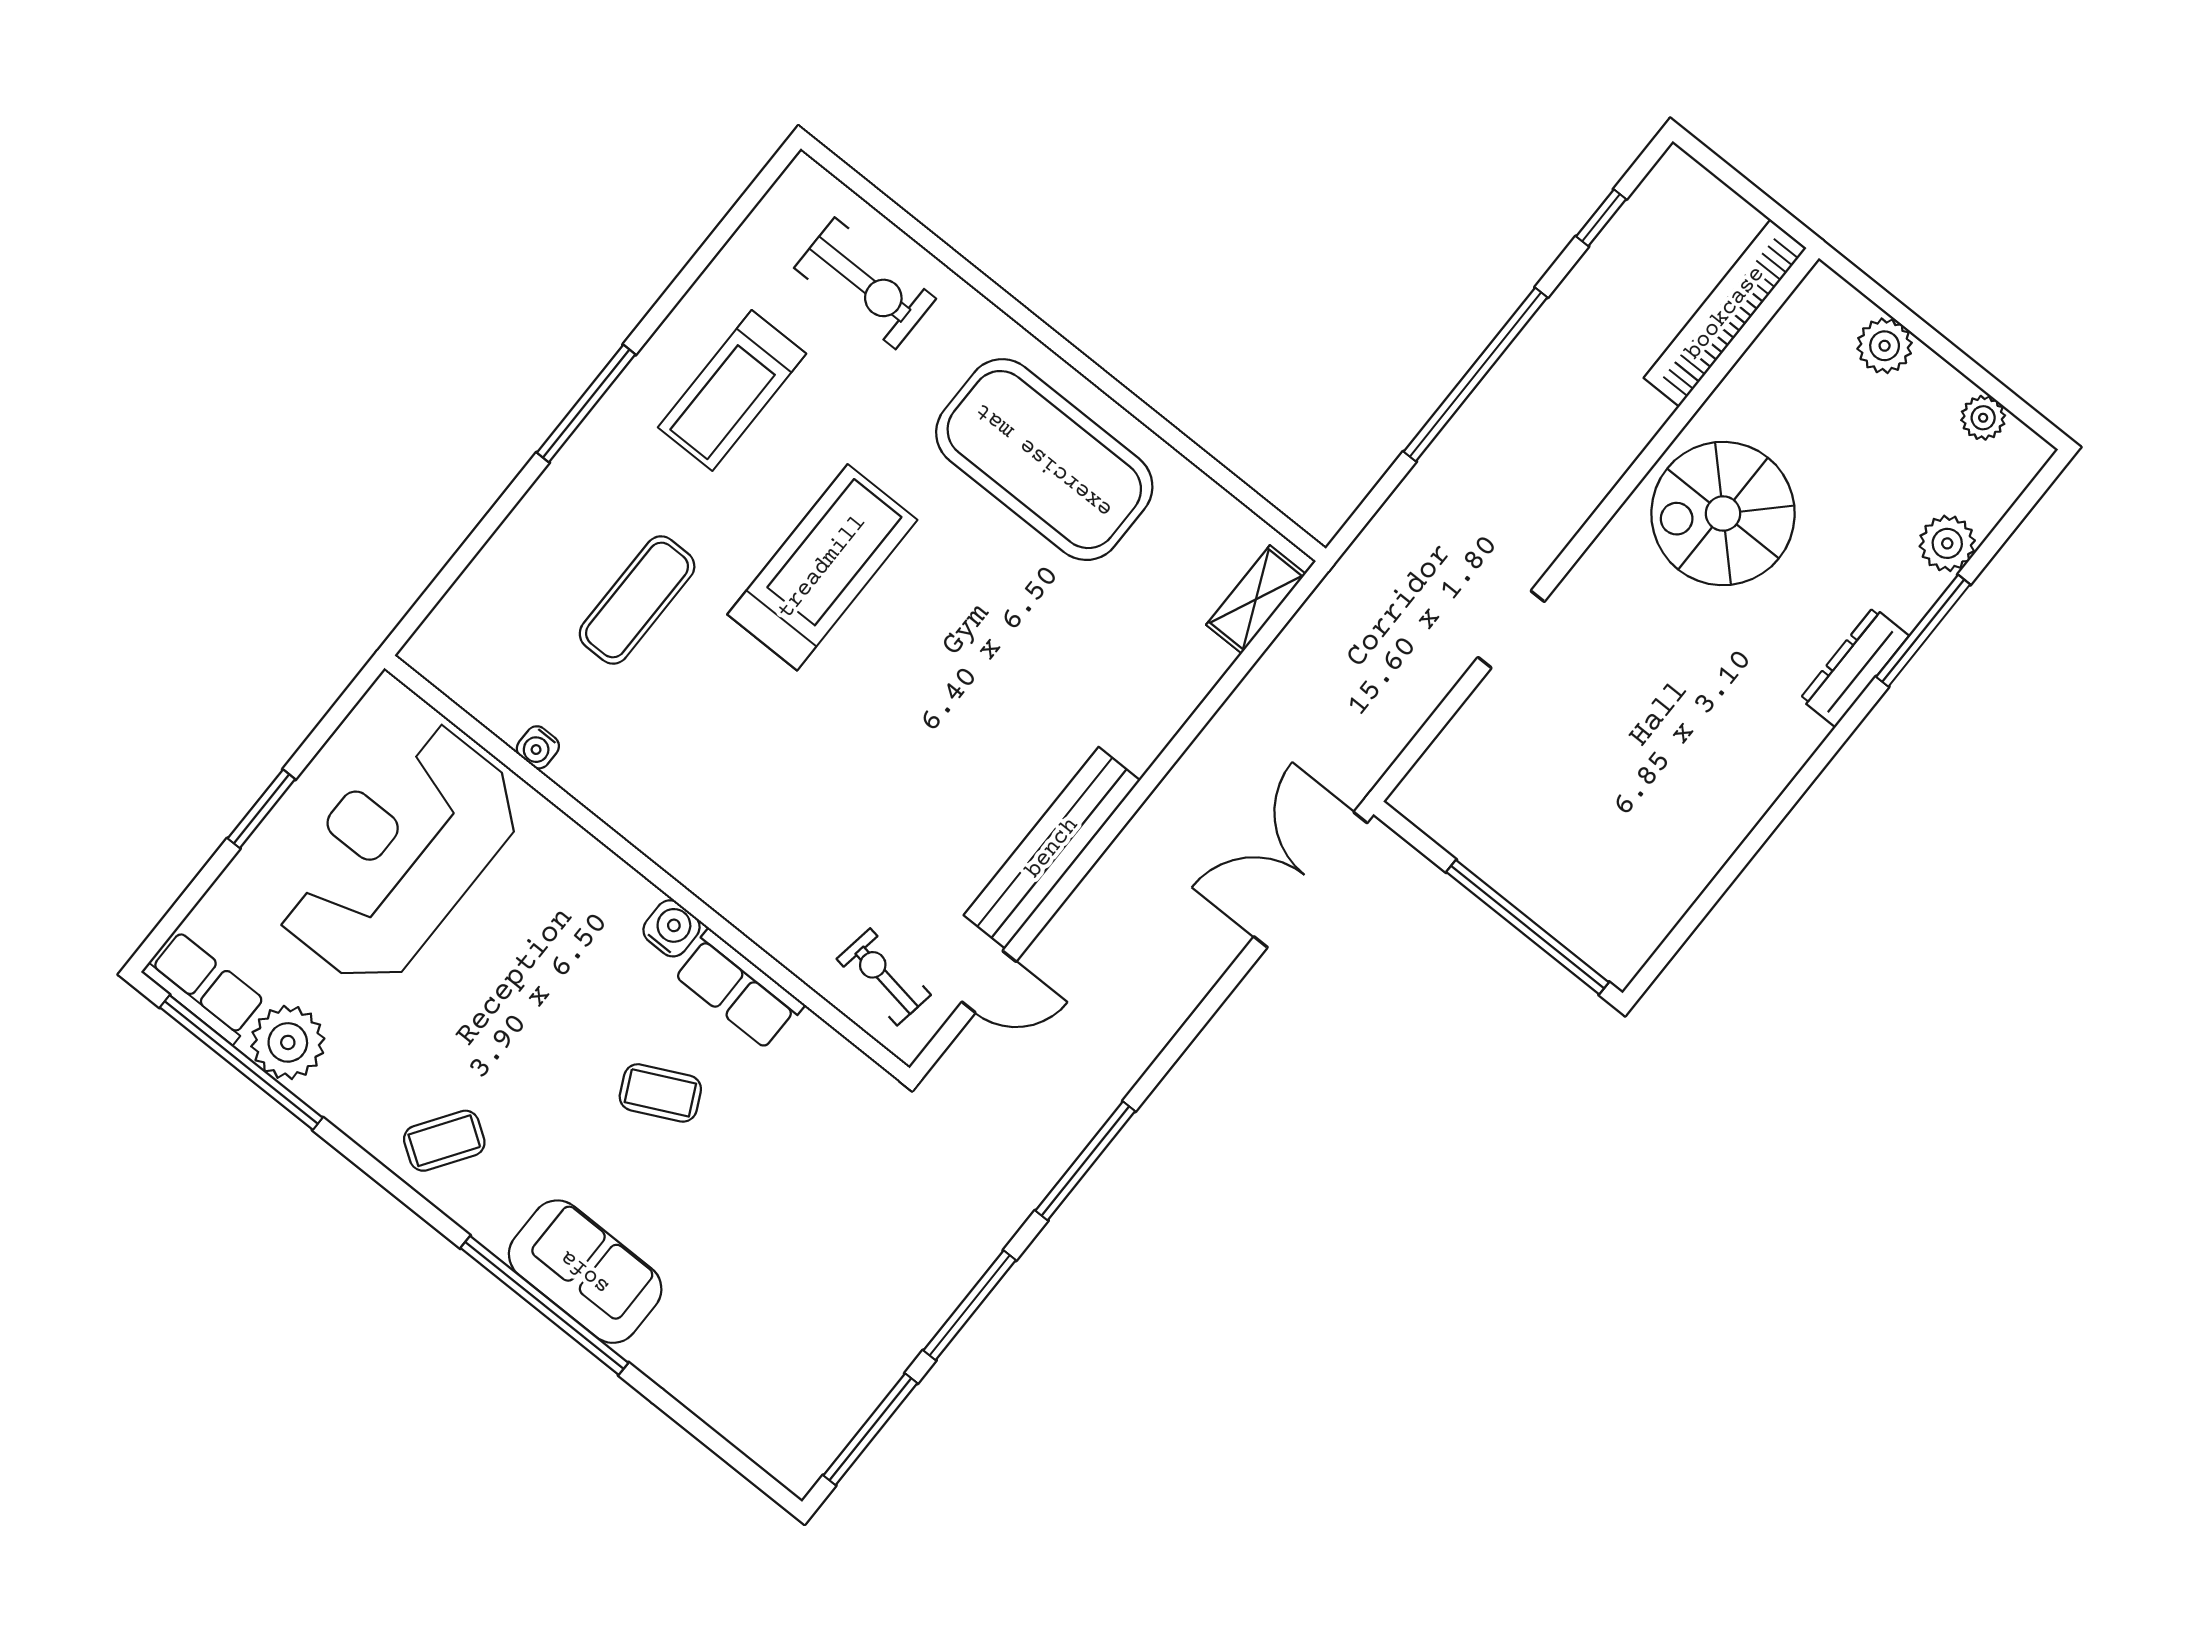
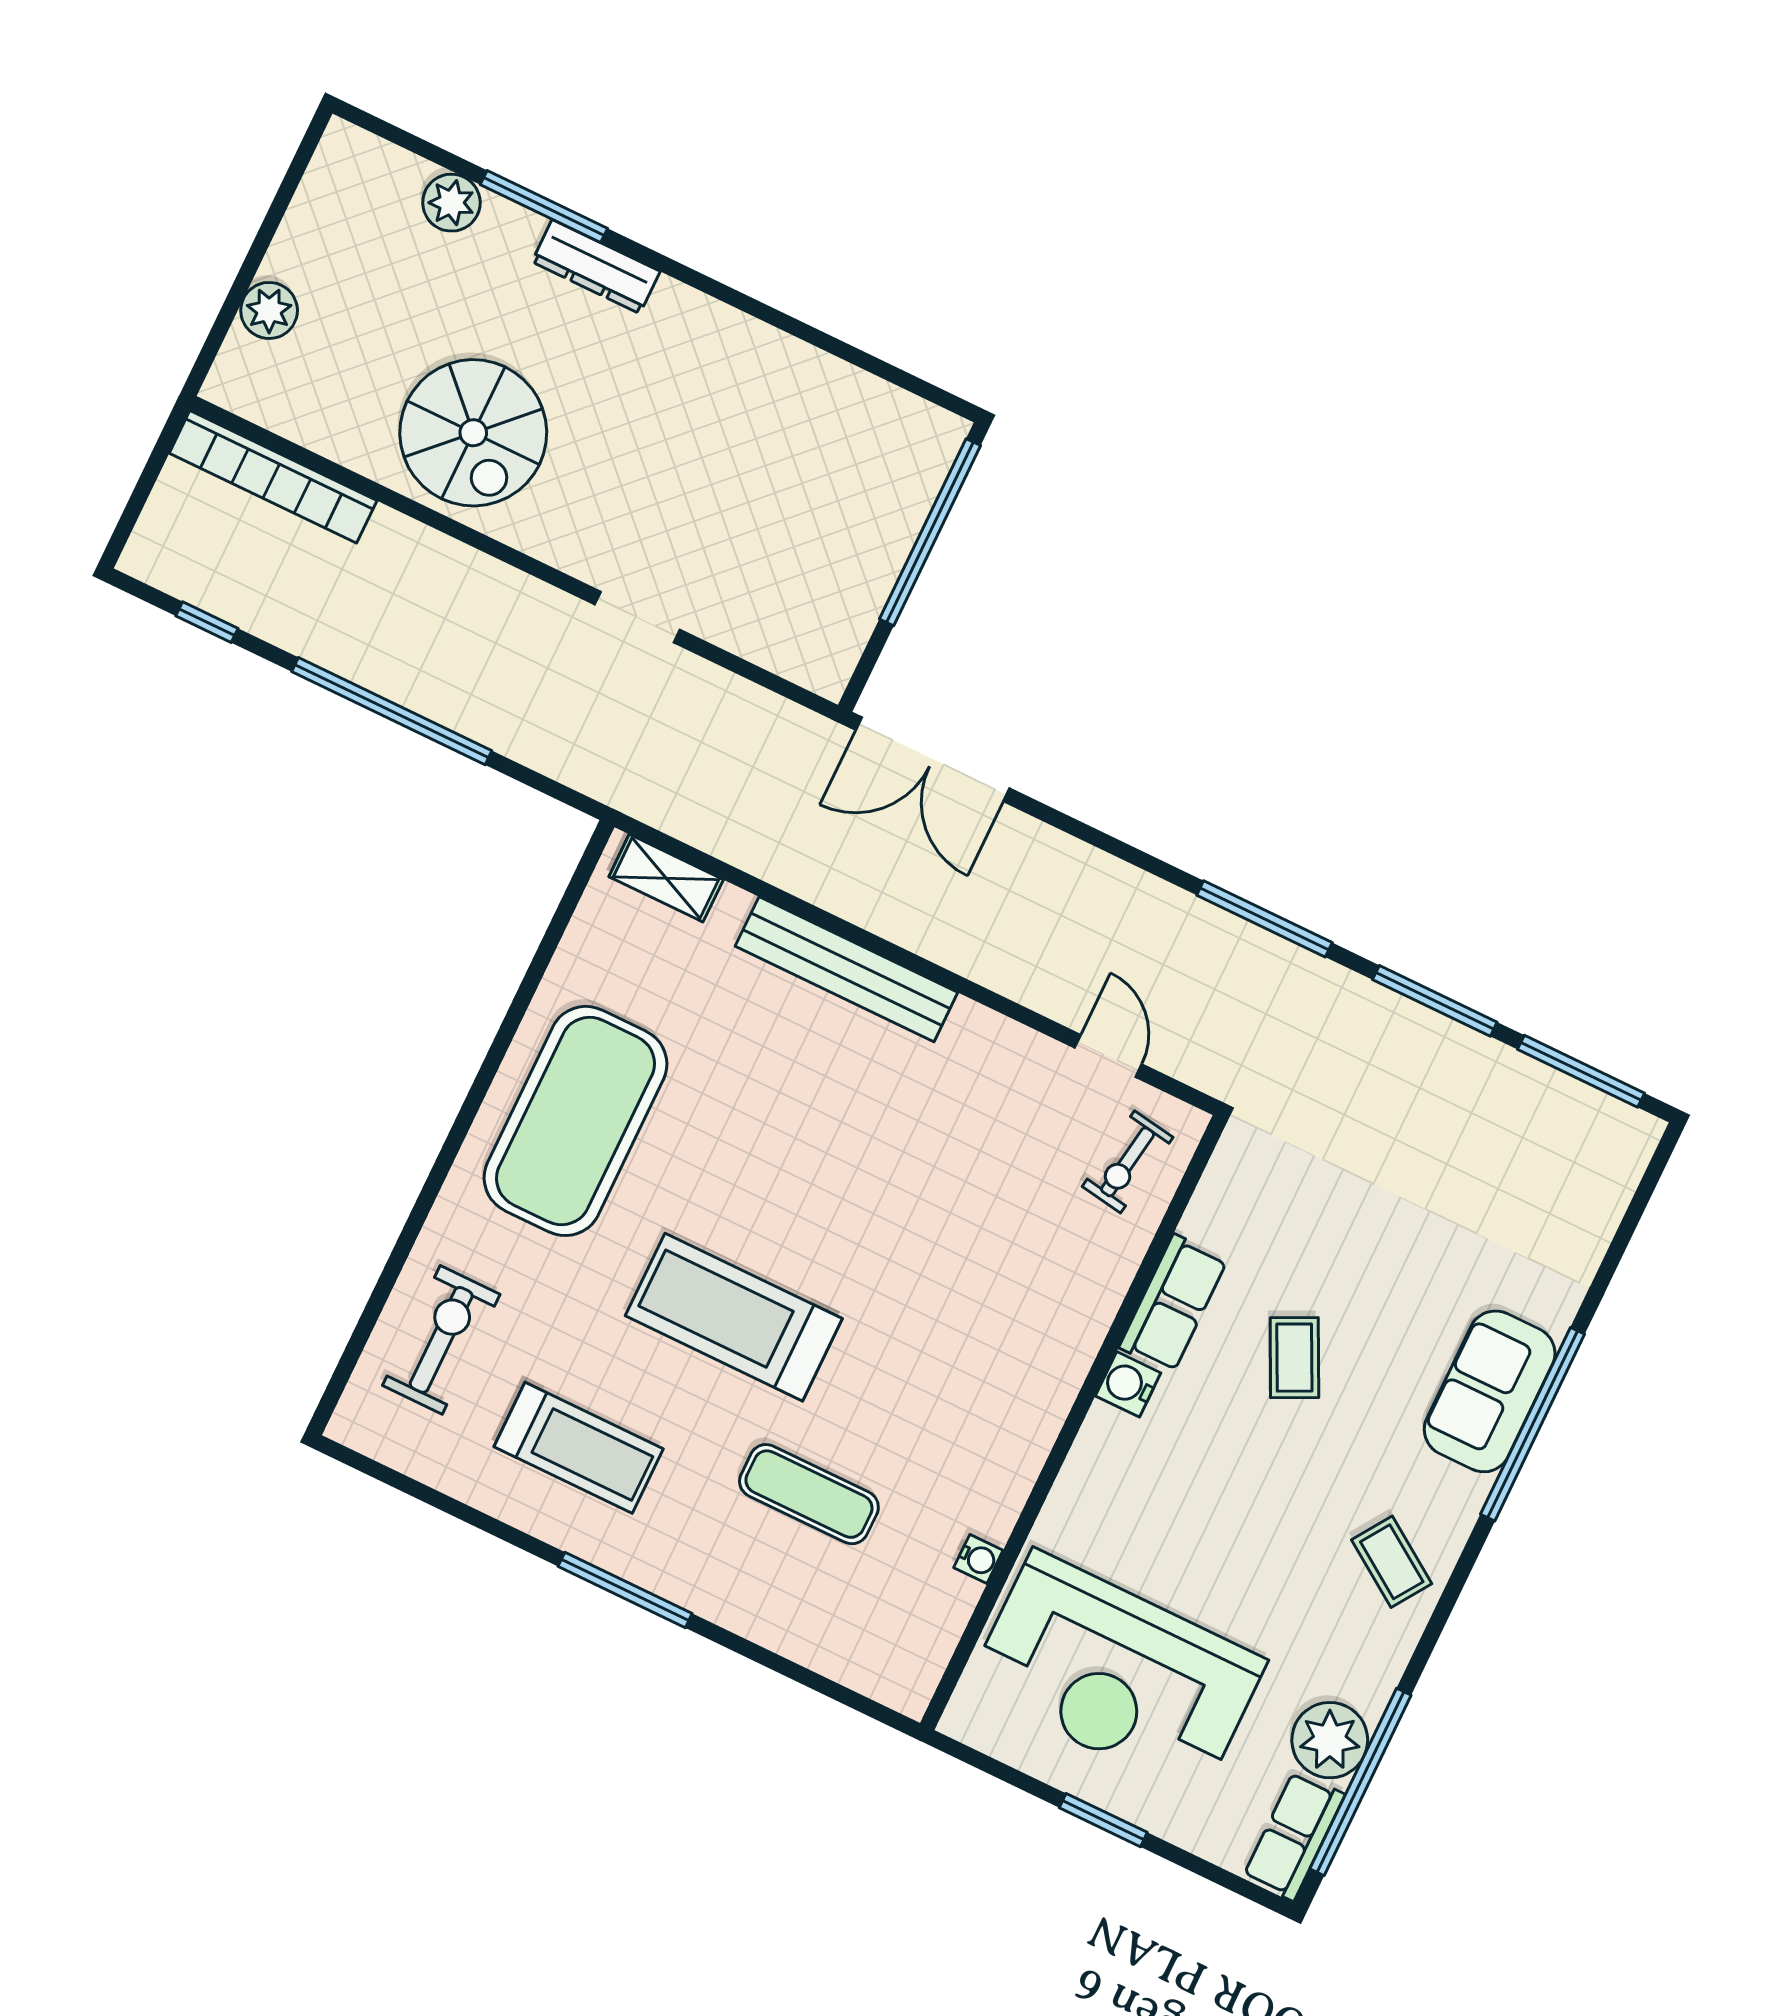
plant: (1983, 418) -> (318, 196), removed
bench: (1052, 848) -> (847, 969), moved

